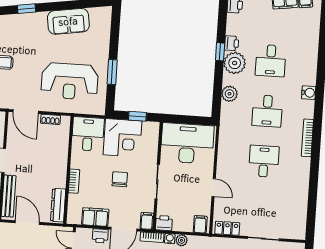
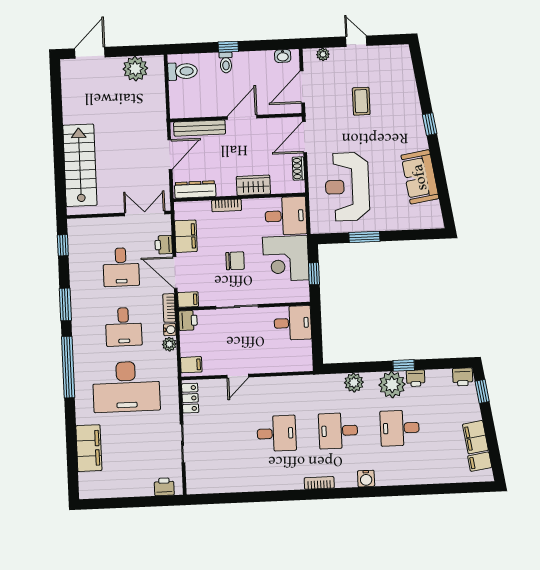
bookcase: (307, 138) -> (319, 483), width x0.64
desk: (187, 143) -> (293, 323), width x0.53, depth x0.77
wardrobe: (60, 157) -> (253, 185), added

